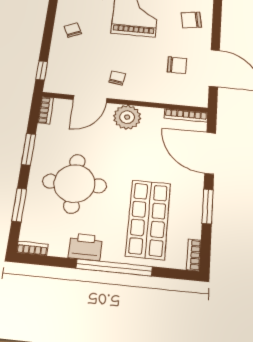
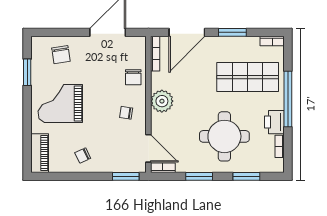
chair: (177, 65) -> (133, 77), moved, turned 180
window: (42, 70) -> (126, 176), width x1.50
door: (90, 99) -> (148, 148), moved
bookcase: (32, 248) -> (280, 146), moved

